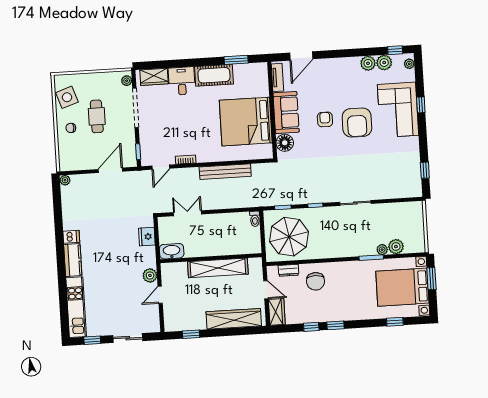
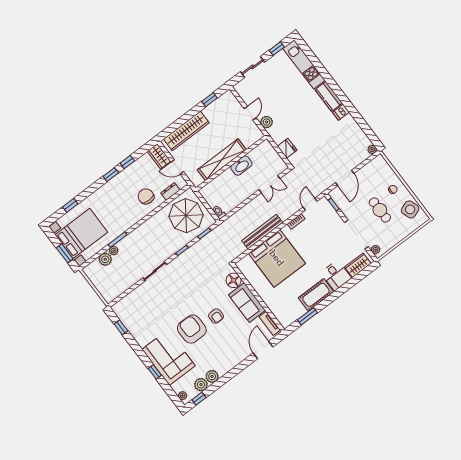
bed: (246, 122) -> (277, 258), moved, turned 90
washbasin: (172, 251) -> (241, 166), moved

